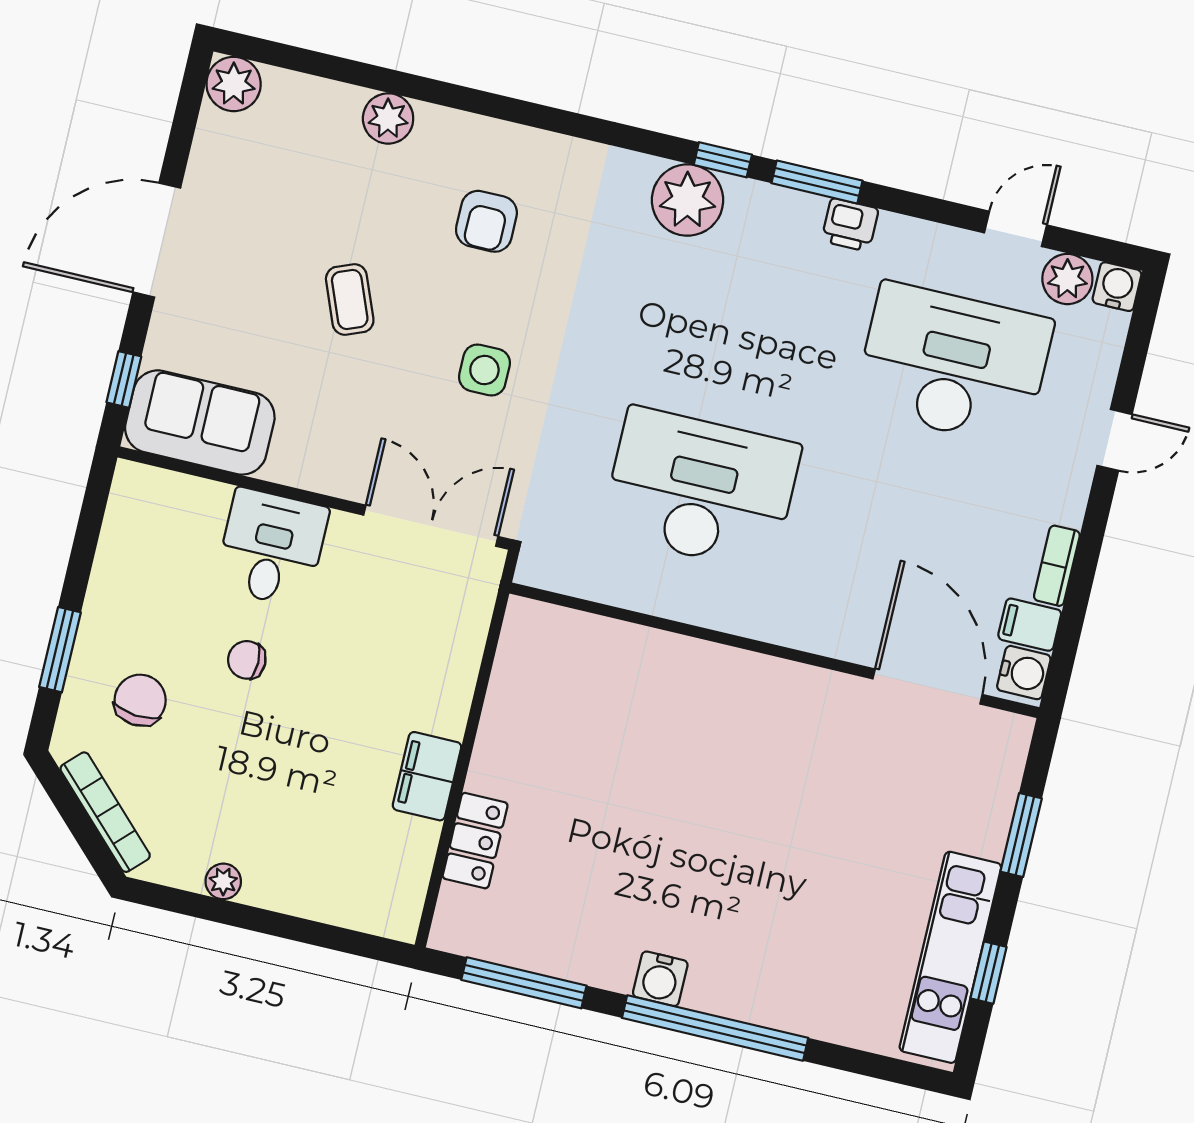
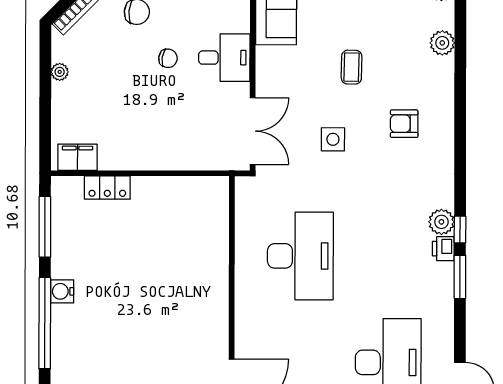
plant: (388, 118) -> (442, 43), moved
plant: (688, 200) -> (441, 222), width x0.73, depth x0.73
printer: (850, 225) -> (443, 249), moved
coffee table: (350, 299) -> (352, 67), turned -67
chair: (247, 660) -> (168, 58), turned 99
filing cabinet: (427, 776) -> (78, 157), moved

